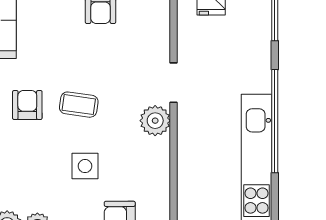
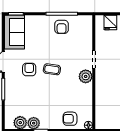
side table: (85, 166) -> (55, 96), removed

